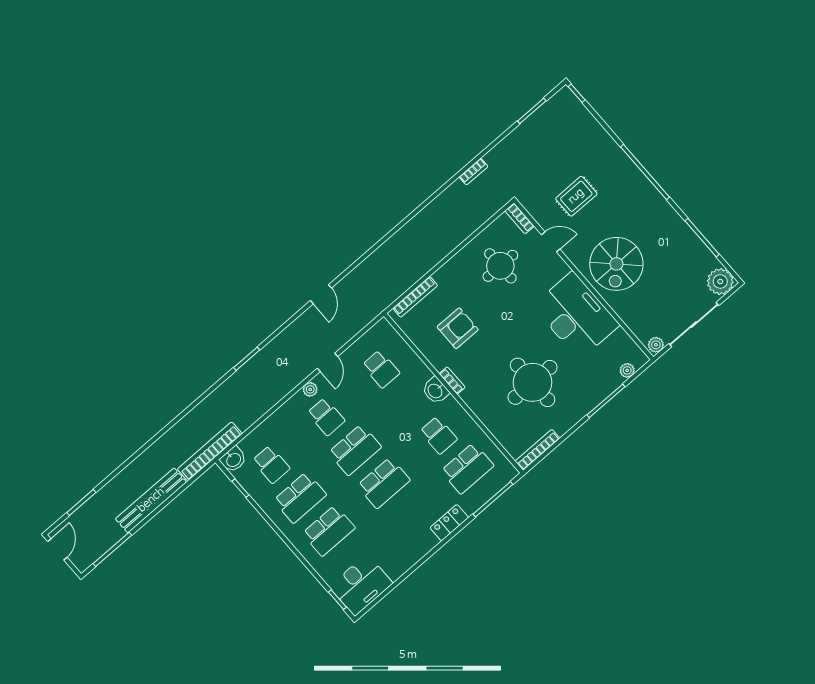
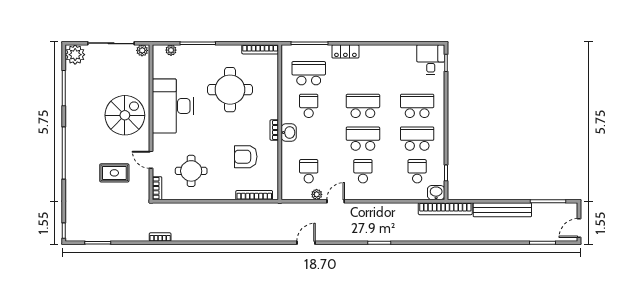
plant: (310, 389) -> (317, 194), moved
desk: (361, 585) -> (431, 60), width x0.73

